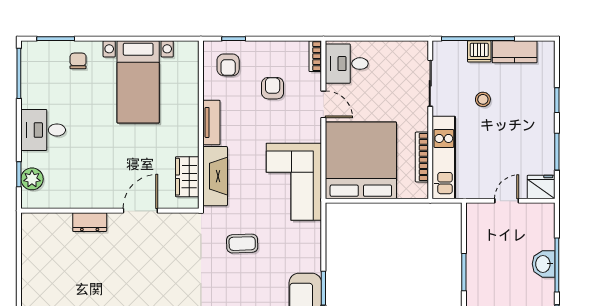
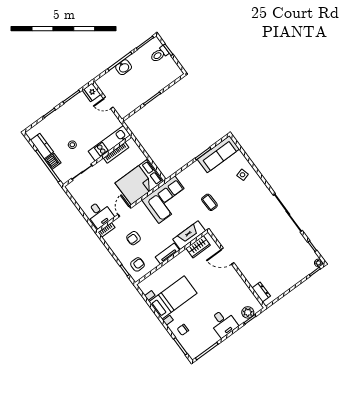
bed: (361, 160) -> (140, 182), width x0.73
dresser: (90, 222) -> (261, 292), moved

